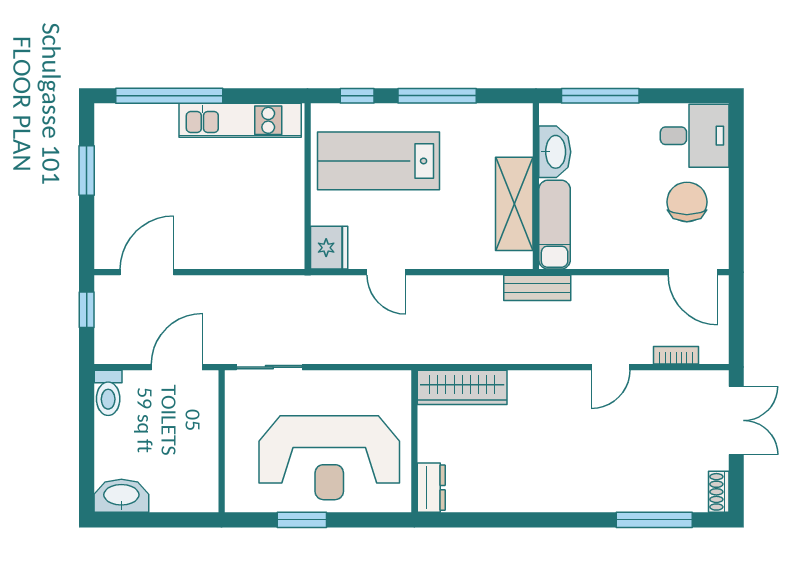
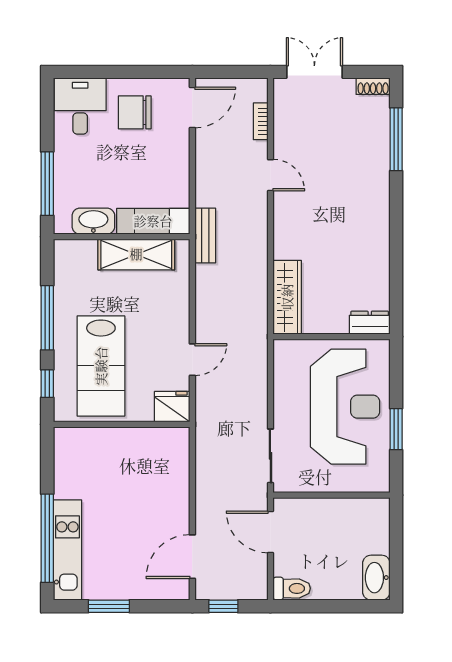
kitchen unit: (240, 120) -> (67, 550), moved
door: (147, 272) -> (192, 557), hinge flipped

